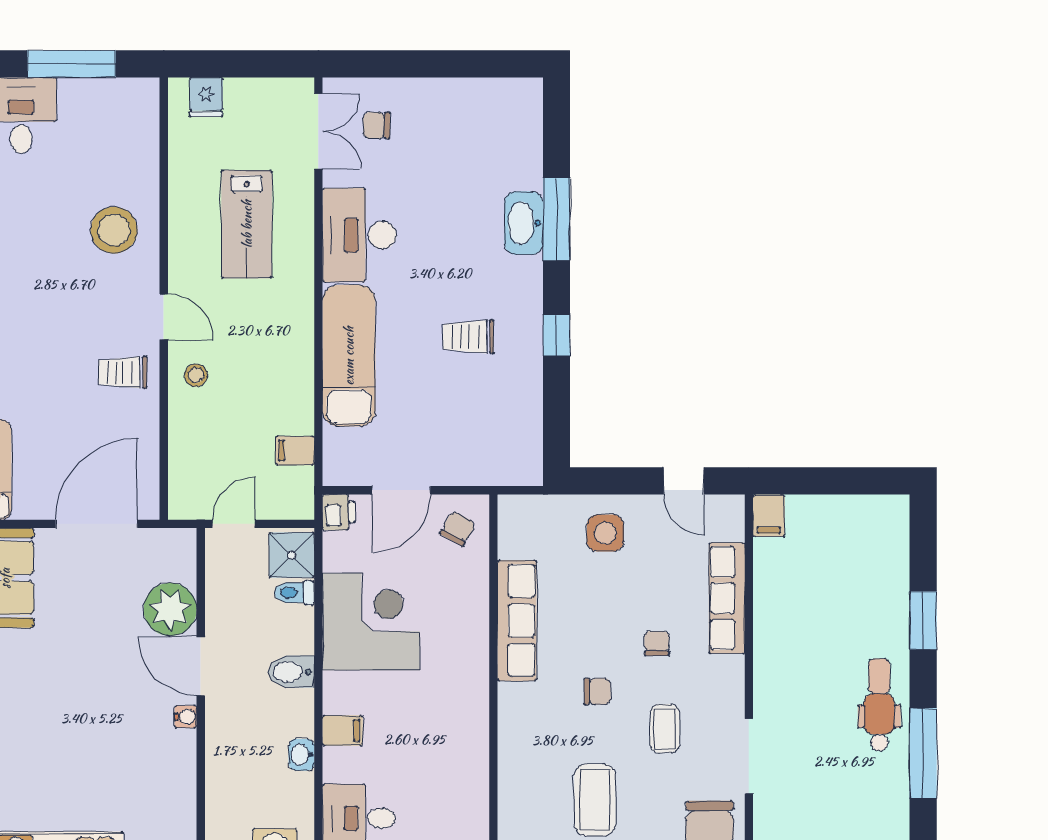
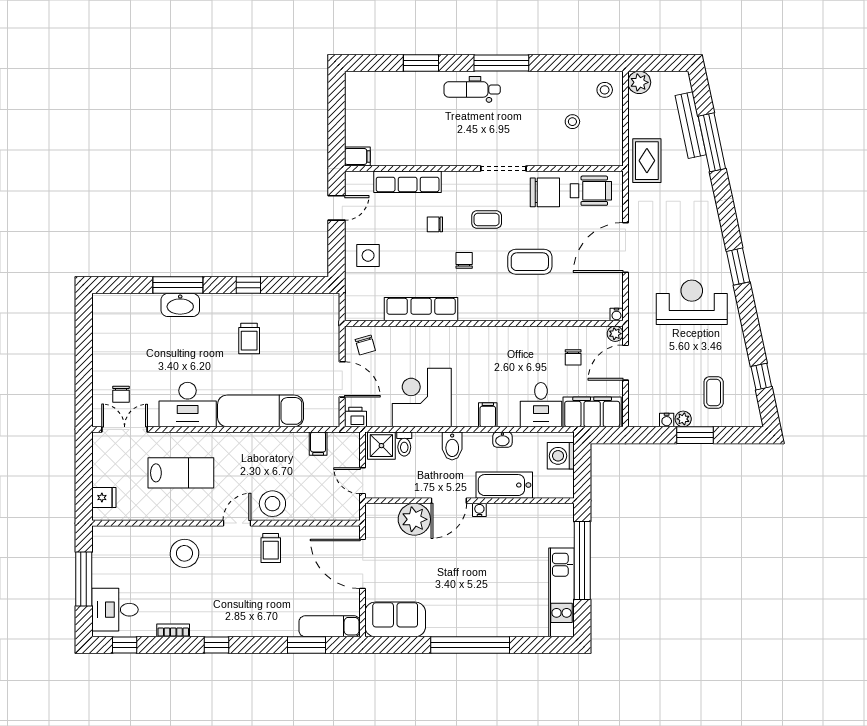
stool: (196, 375) -> (272, 504), width x1.89, depth x1.89
chair: (458, 529) -> (365, 345), turned -135
bathtub: (227, 758) -> (504, 485), added

